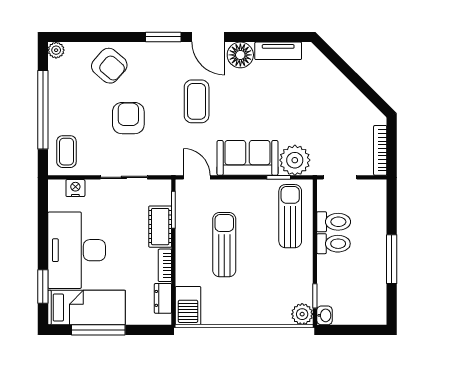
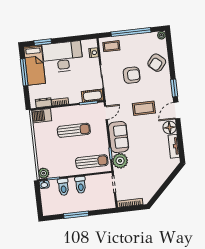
toilet: (334, 222) -> (63, 187), moved
cot: (160, 227) -> (92, 96), moved

